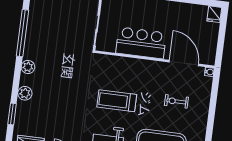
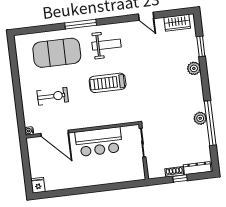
plant: (28, 67) -> (200, 118), moved
treadmill: (117, 101) -> (108, 83), turned 180
exercise bike: (176, 101) -> (53, 96), width x1.38, depth x1.39

